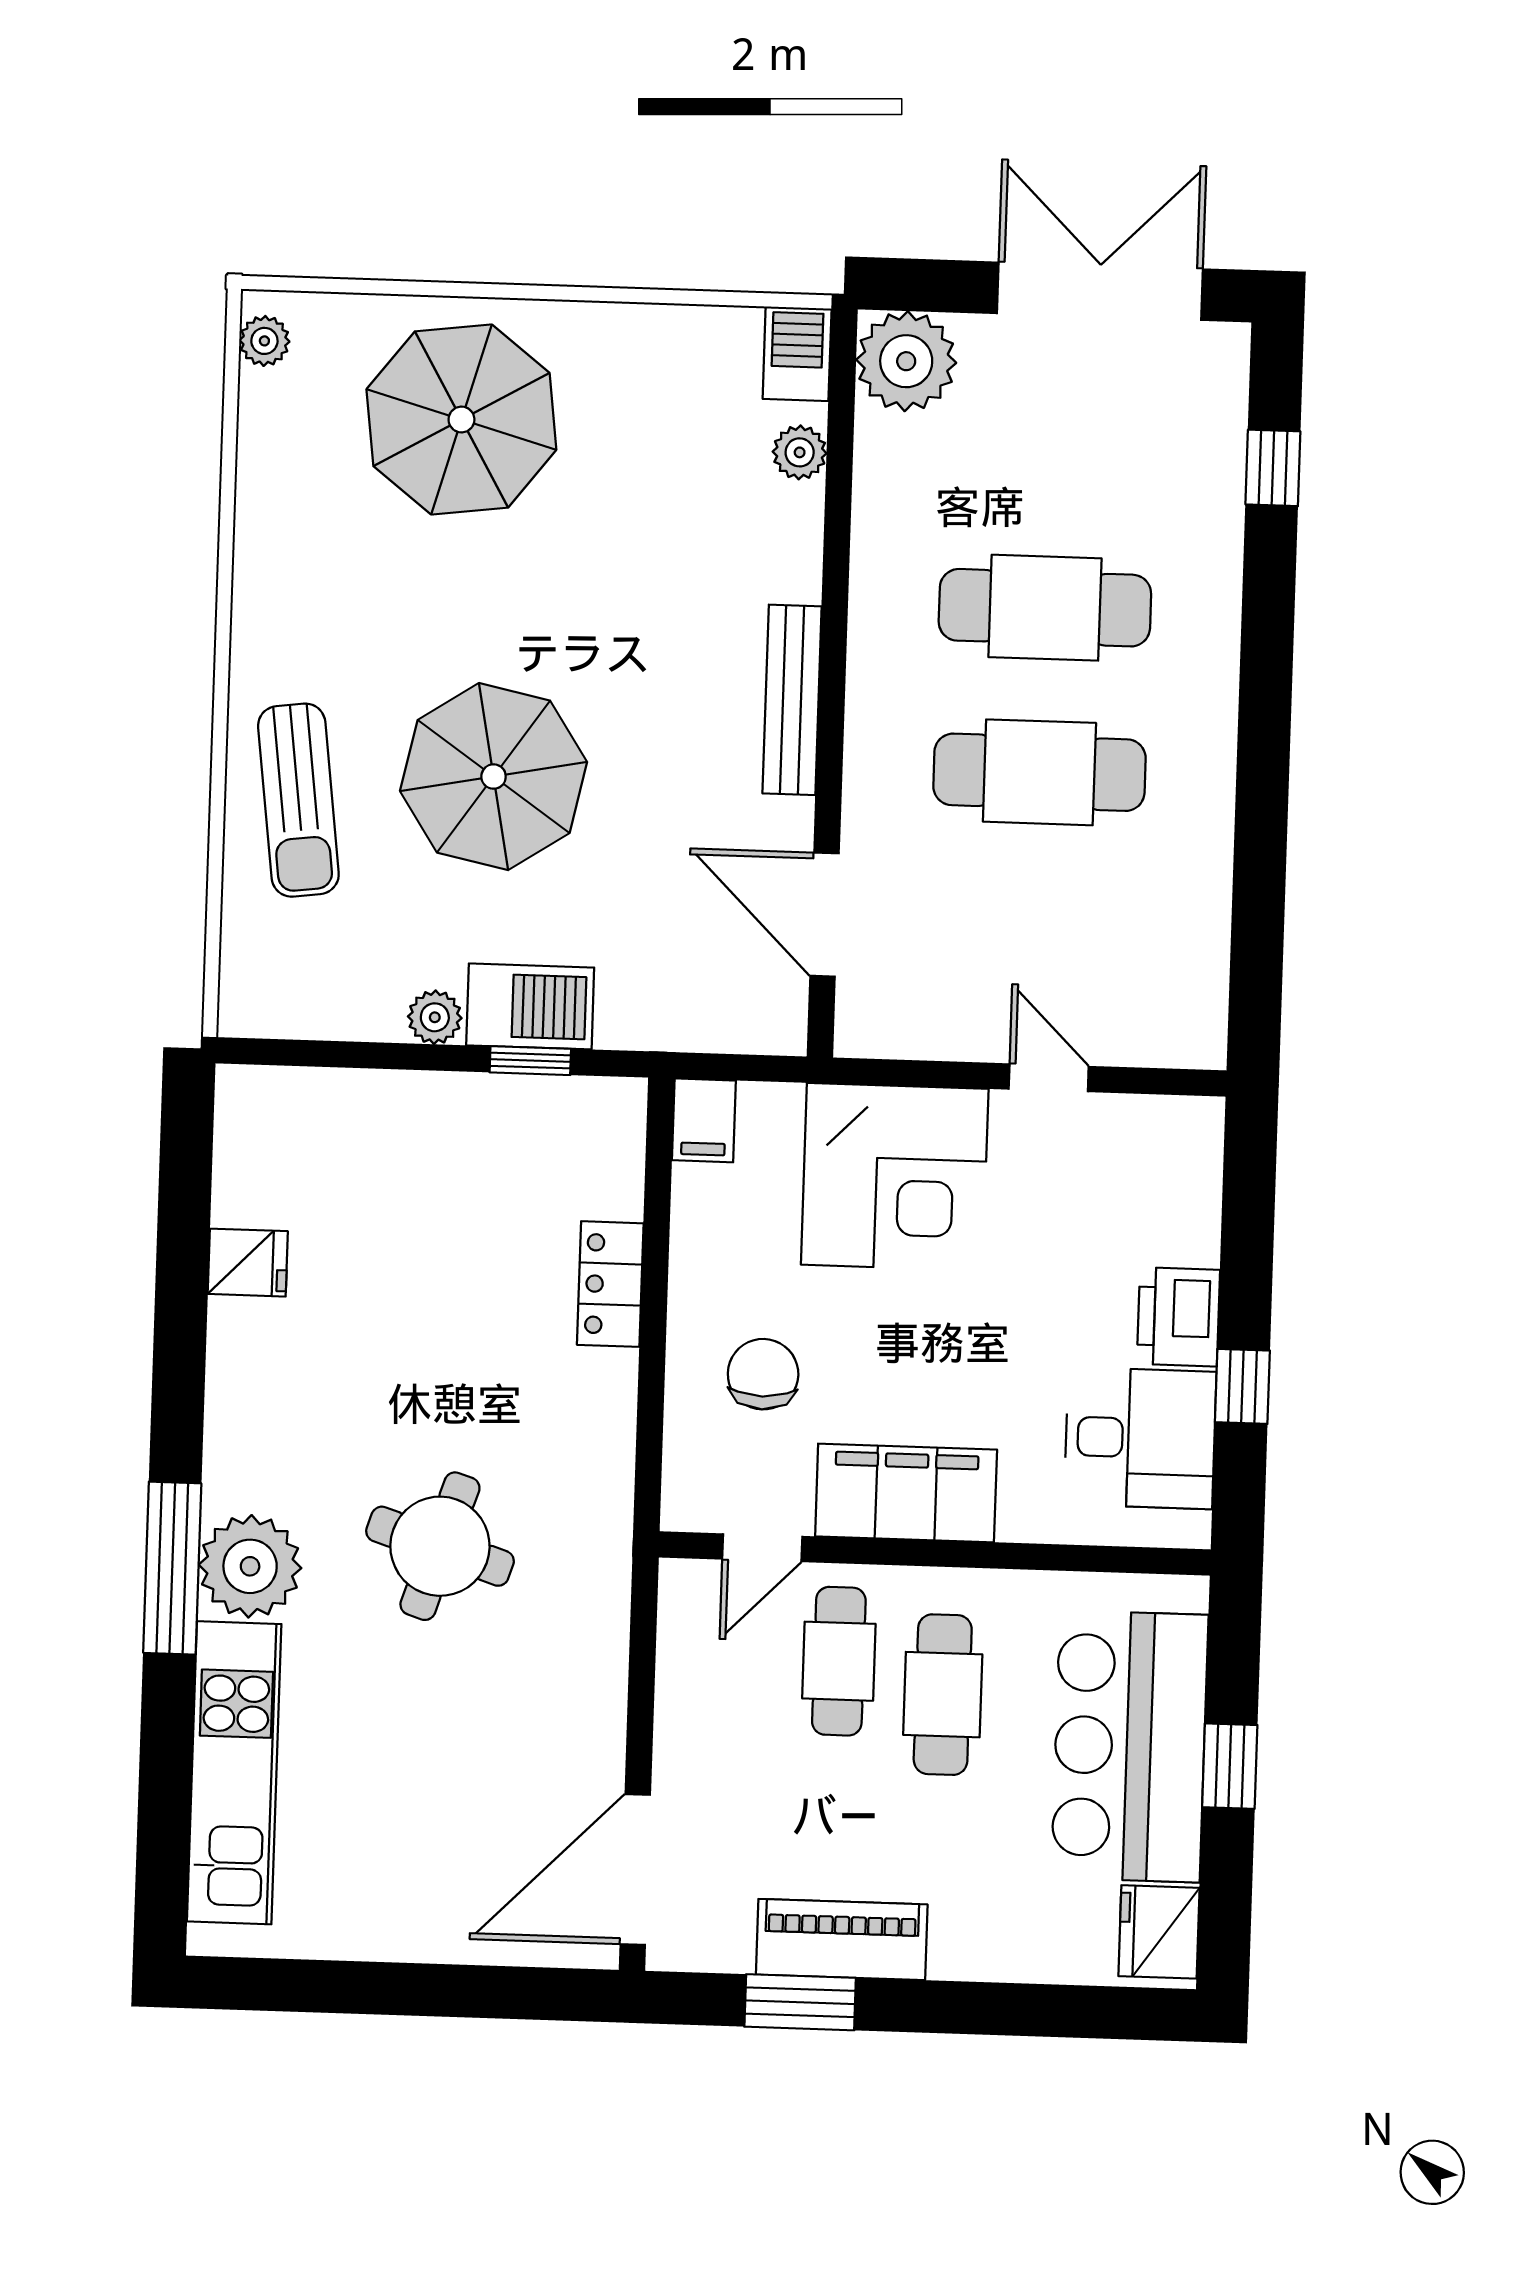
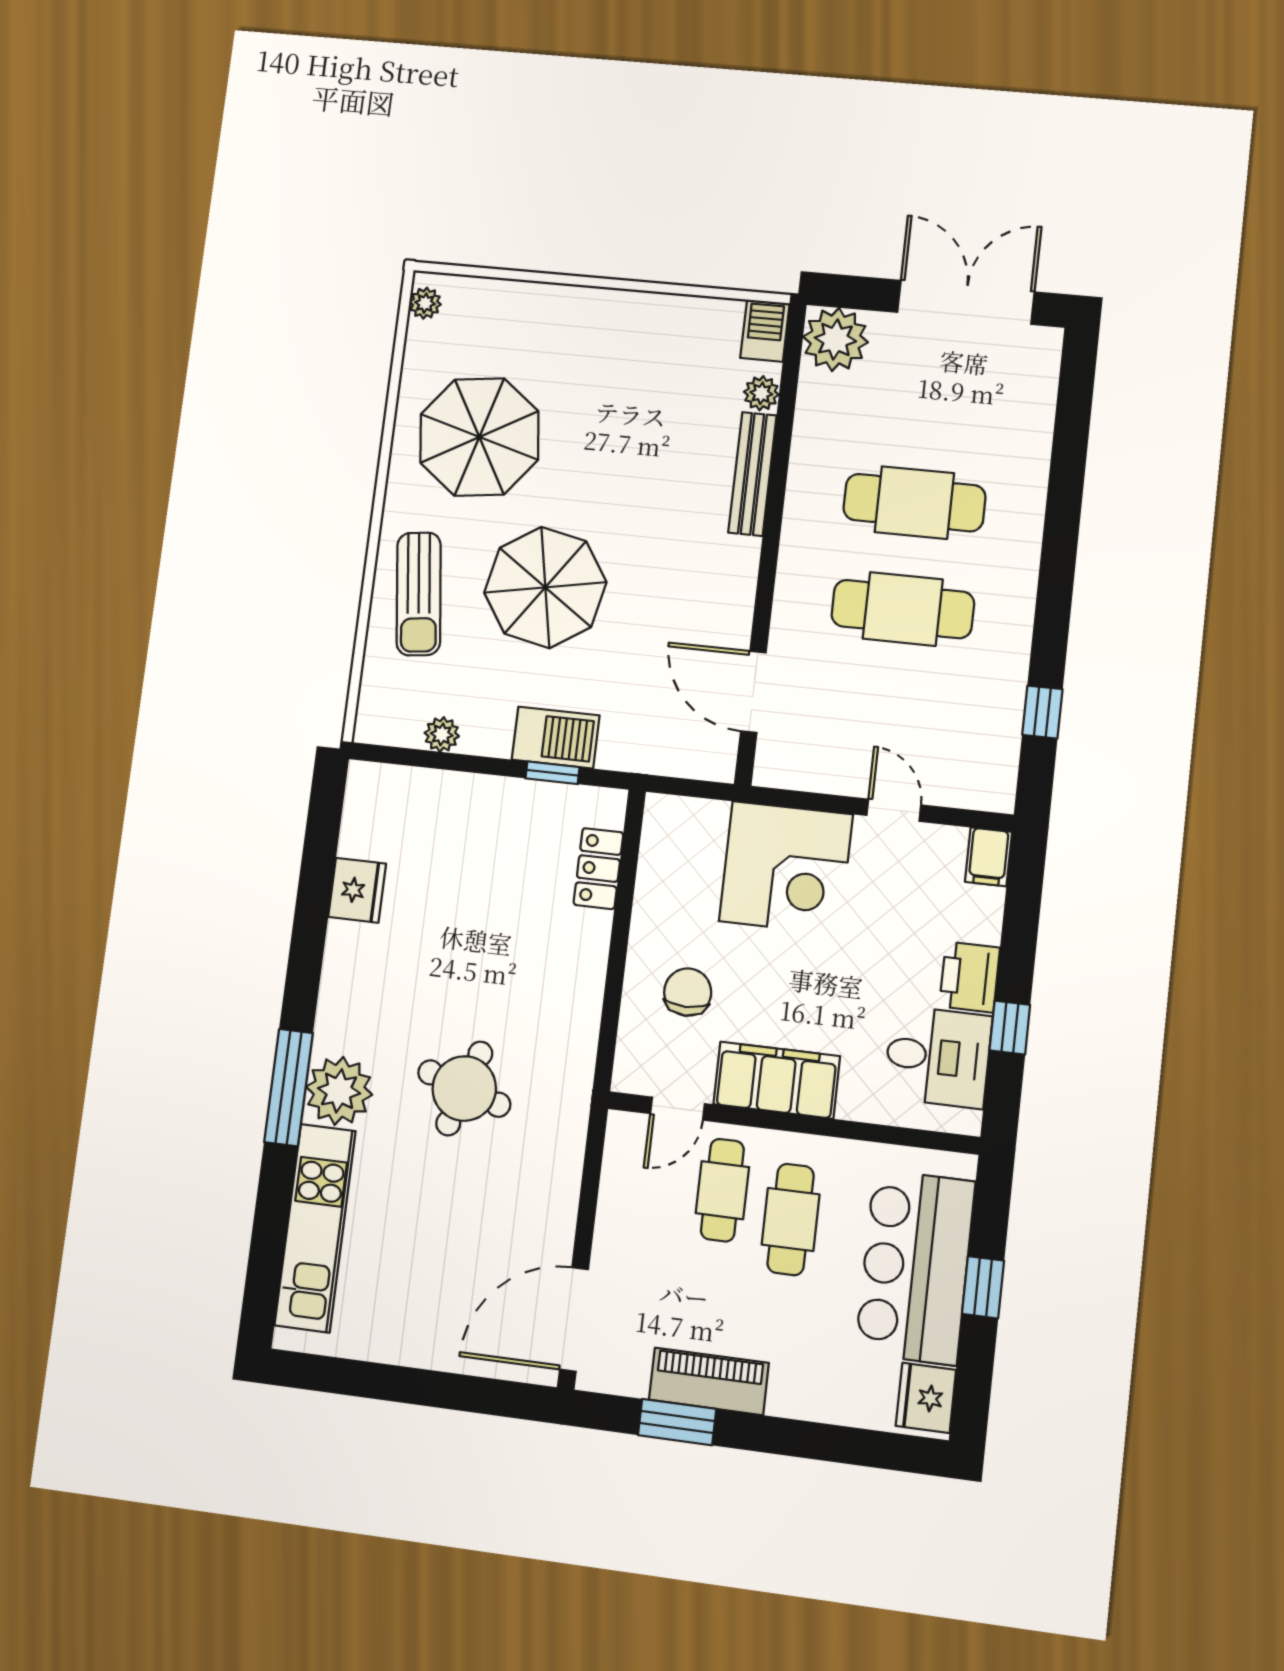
parasol: (461, 419) -> (479, 437), moved
window: (1273, 468) -> (1042, 712), moved
bench: (792, 700) -> (752, 474), moved
plant: (435, 1017) -> (442, 734), moved
filing cabinet: (704, 1120) -> (989, 857), moved
fridge: (248, 1263) -> (357, 890), width x1.38
locker: (610, 1284) -> (598, 869), moved

